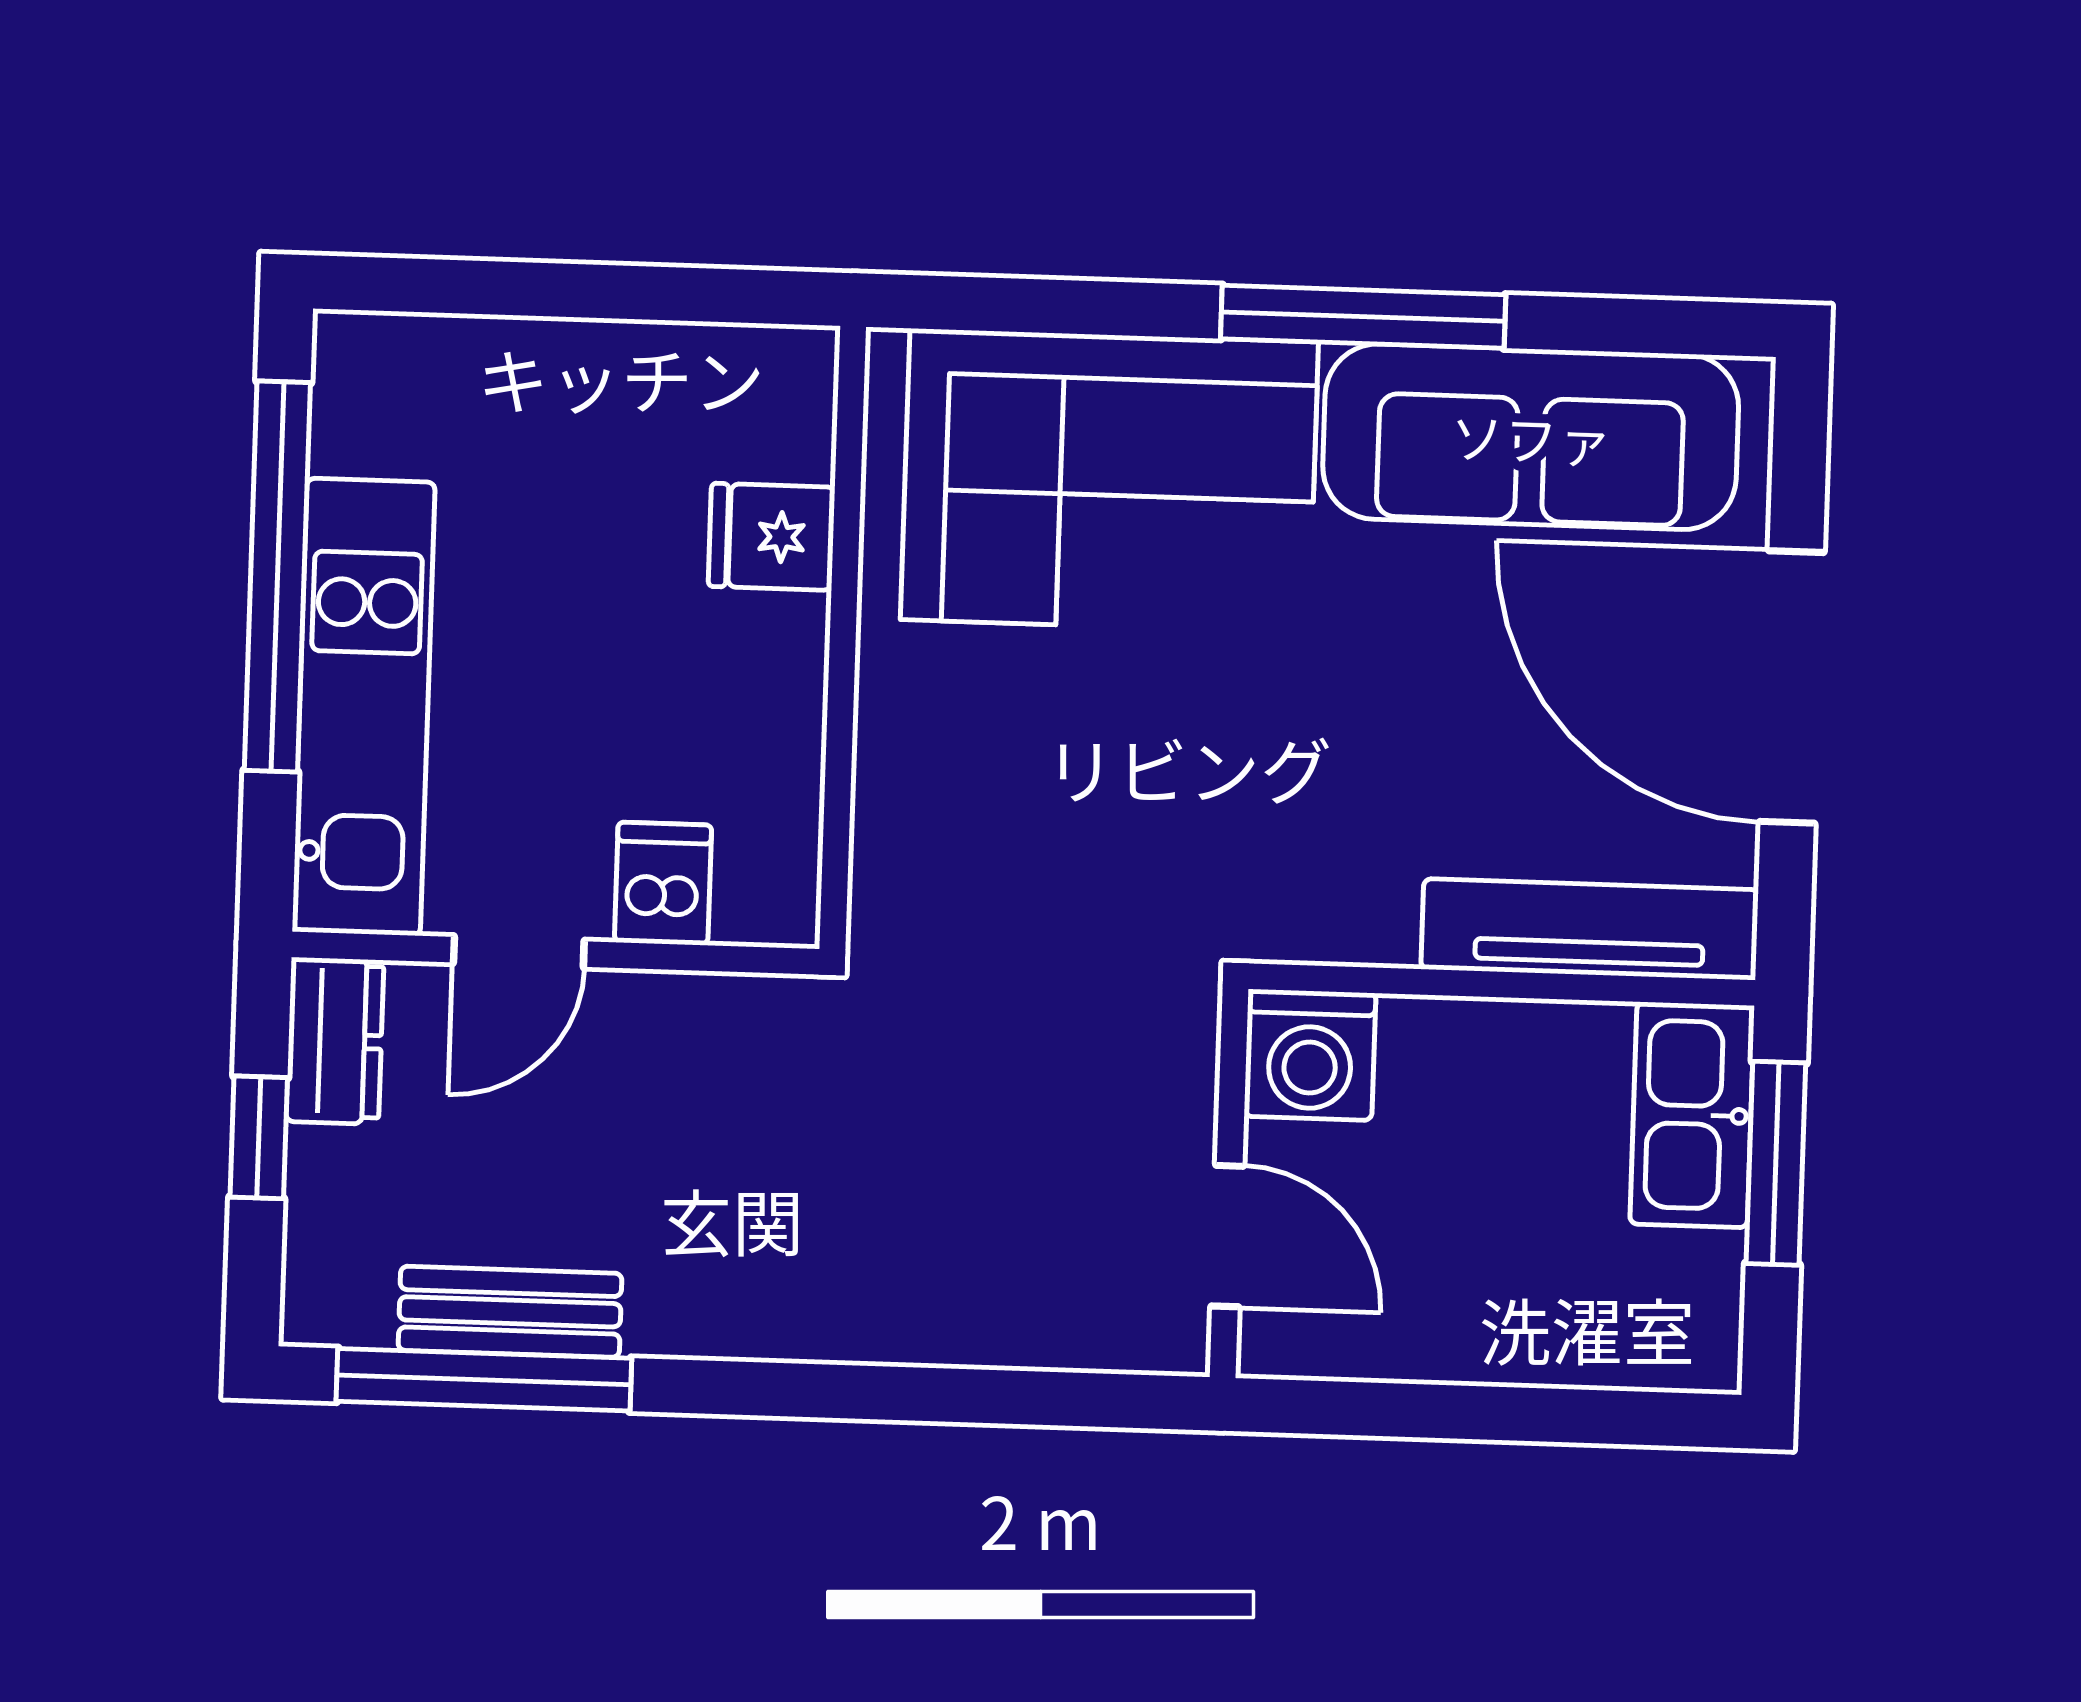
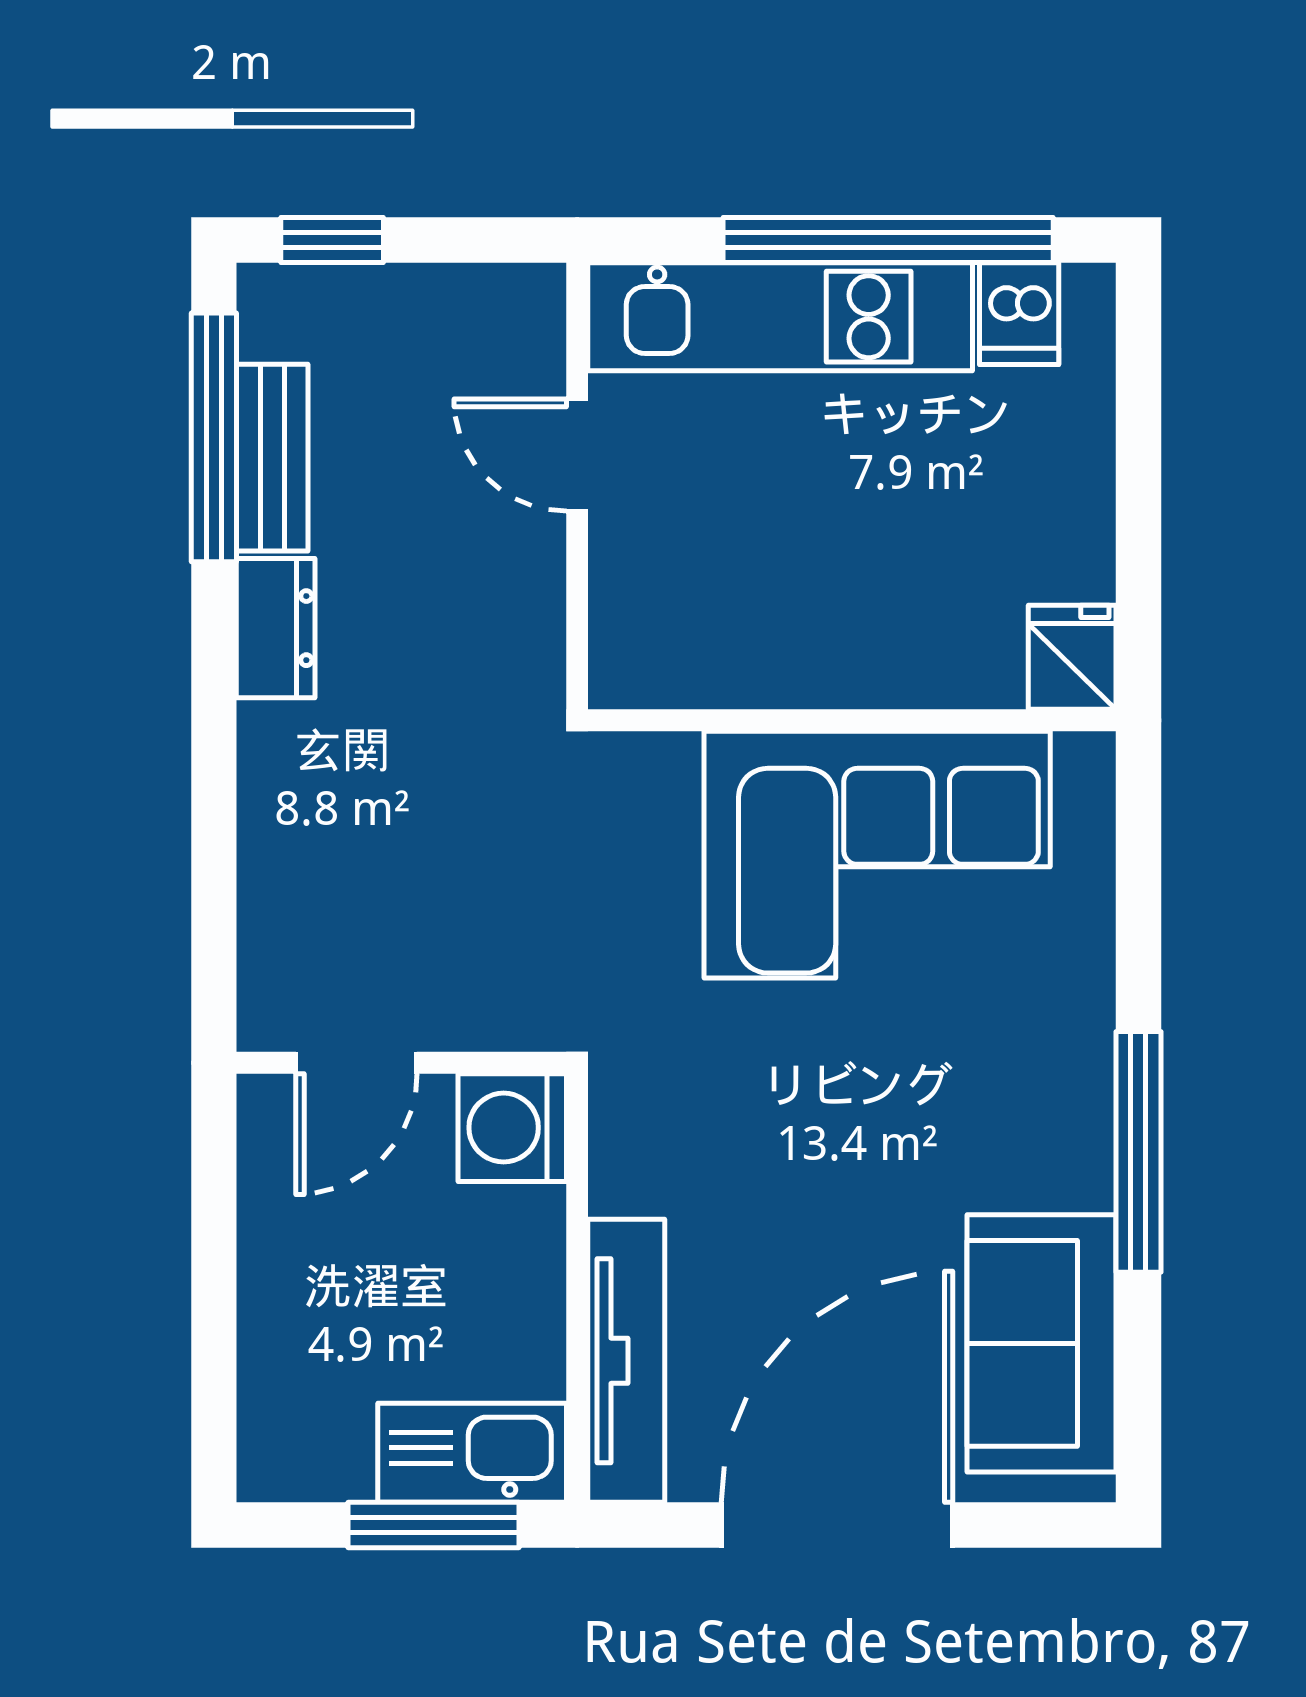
sofa: (1531, 437) -> (1042, 1343), width x0.73
corner sofa: (1109, 481) -> (877, 855), moved, turned -90
fridge: (772, 537) -> (1072, 657), moved
dishwasher: (663, 884) -> (1019, 314), moved, turned 90
dresser: (335, 1041) -> (276, 628), moved, turned -90
window: (259, 1137) -> (332, 240), moved

